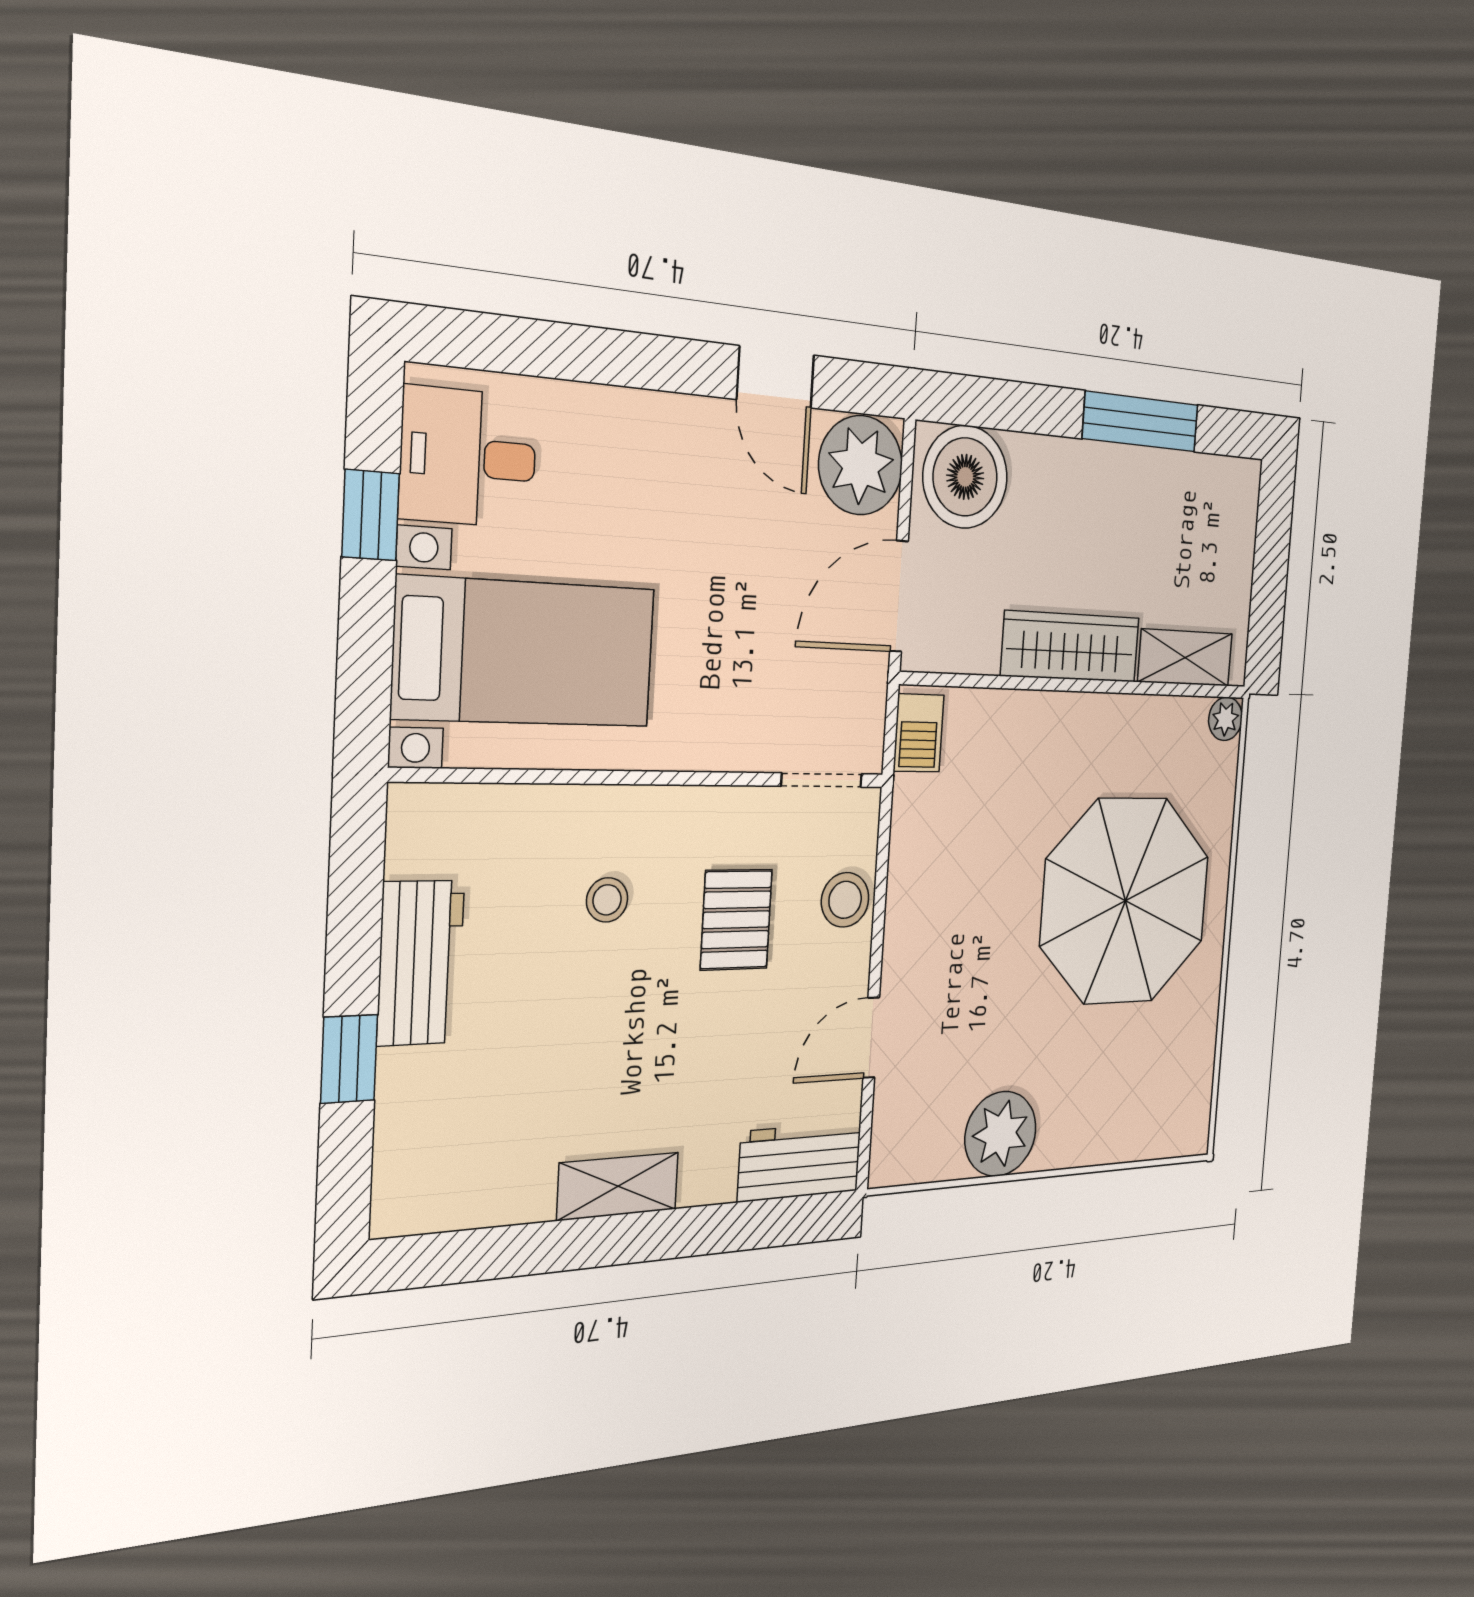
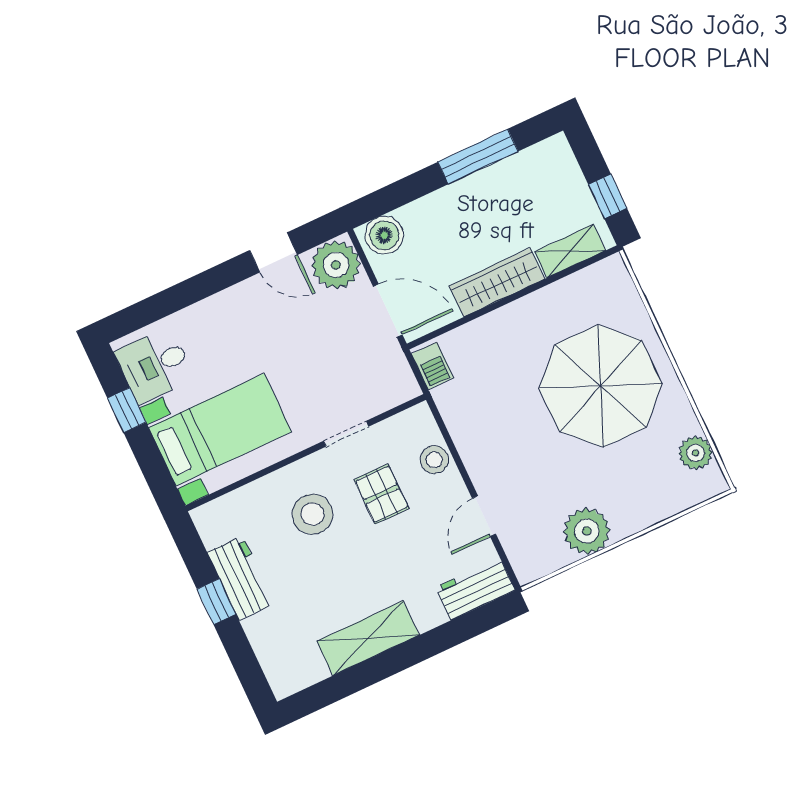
boiler: (965, 477) -> (384, 235), width x0.73, depth x0.73
door: (899, 596) -> (388, 311), swing flipped
window: (1268, 602) -> (608, 196), added
plant: (1225, 719) -> (696, 453), moved, width x1.38, depth x1.38
doorway: (822, 780) -> (346, 434), moved
stool: (607, 900) -> (312, 514), width x1.89, depth x1.89
window: (349, 1059) -> (216, 602), moved
shelving: (618, 1186) -> (368, 638), width x1.50, depth x1.33

